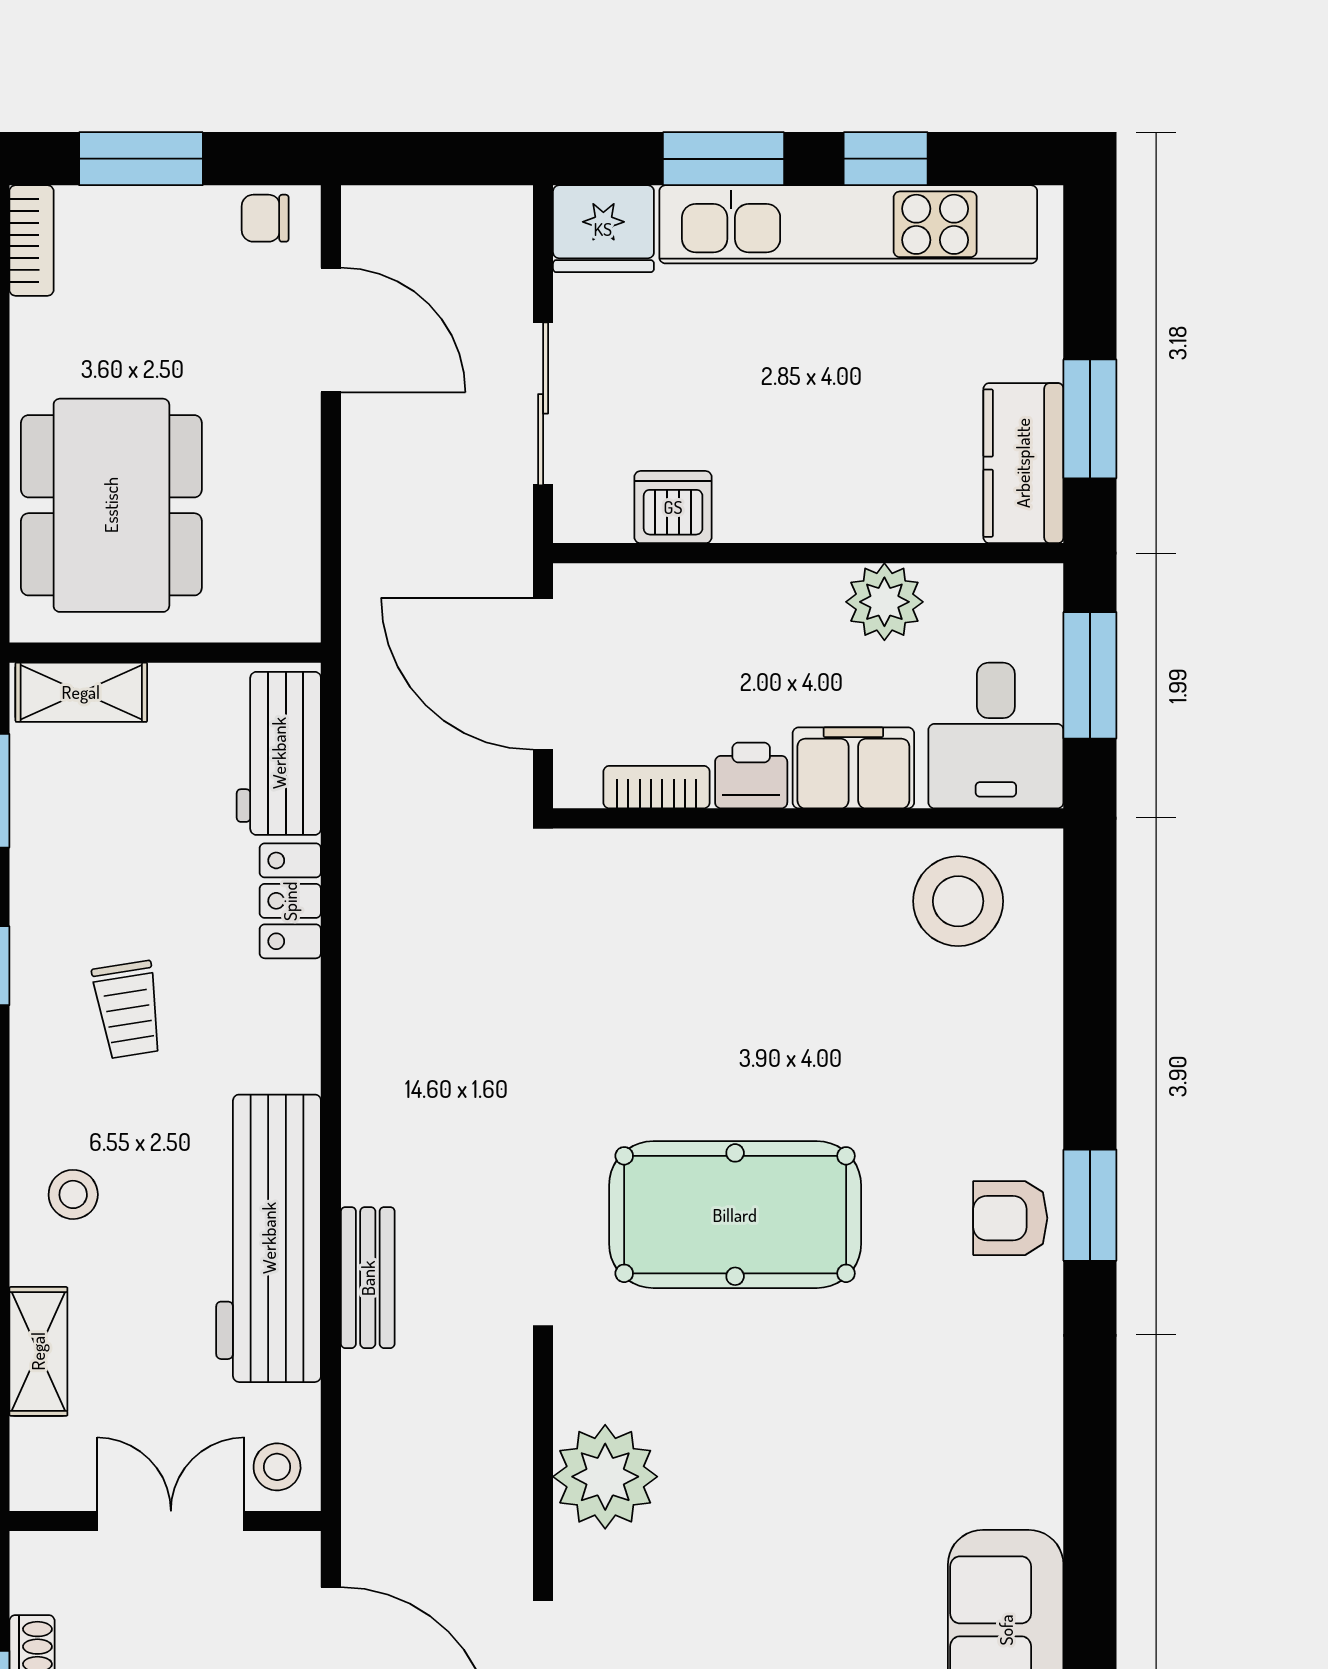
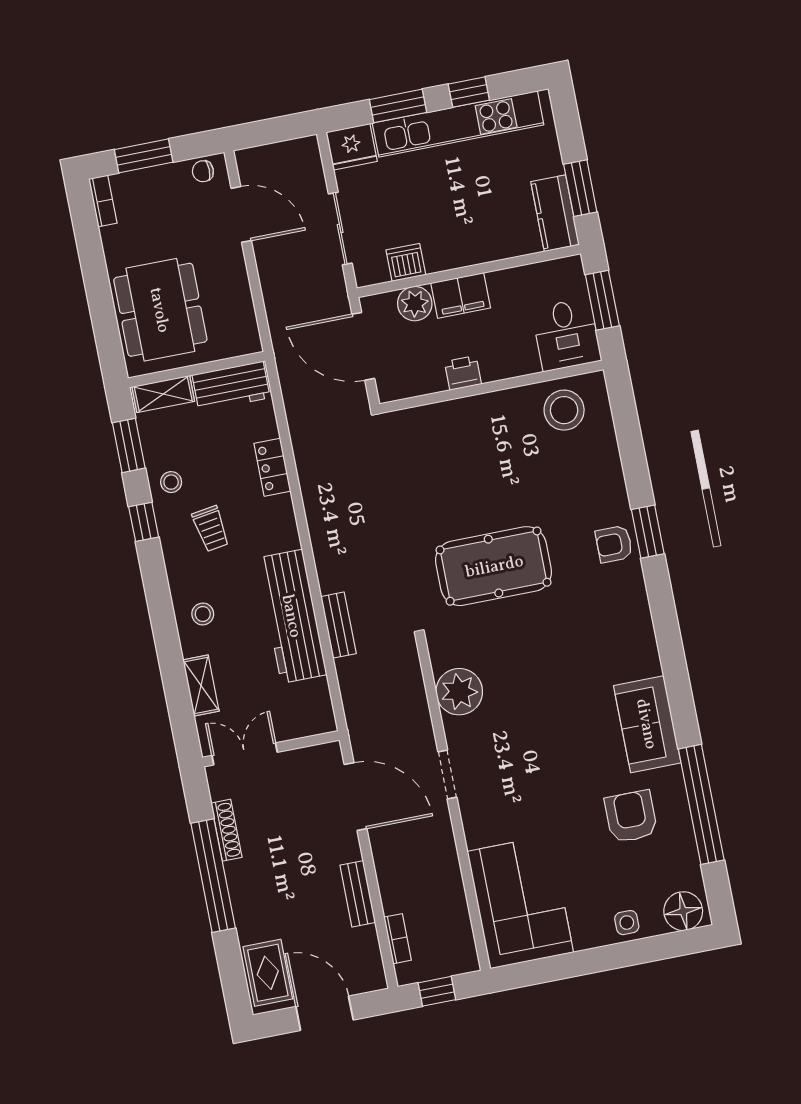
plant: (884, 602) -> (415, 304), moved
workbench: (279, 753) -> (231, 386), moved, turned -90
filing cabinet: (853, 768) -> (461, 295), moved, turned 180
bookcase: (657, 787) -> (423, 386), removed
stool: (277, 1467) -> (171, 482), moved
double door: (171, 1521) -> (245, 754), moved

